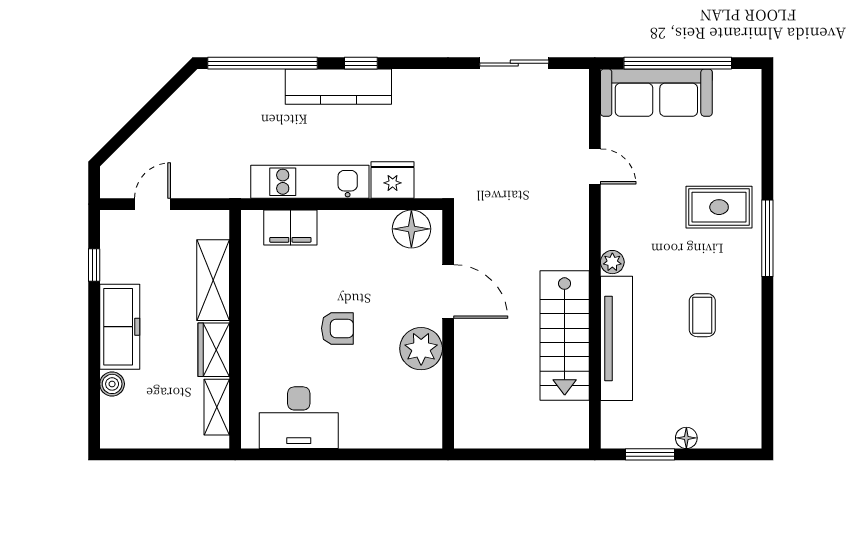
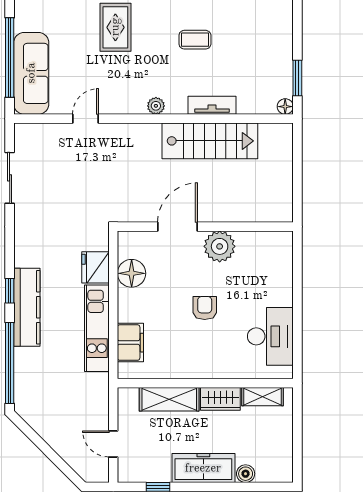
floor lamp: (411, 229) -> (132, 273), moved
tv unit: (616, 338) -> (212, 105), width x0.52, depth x0.78
floor lamp: (686, 438) -> (285, 107), moved

